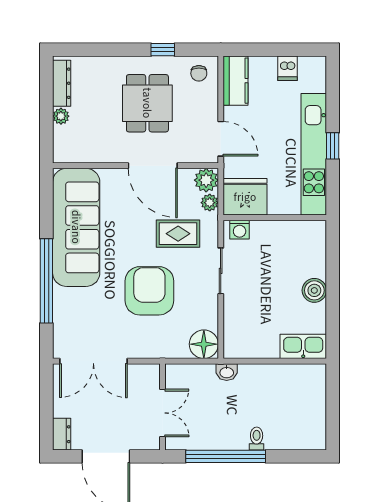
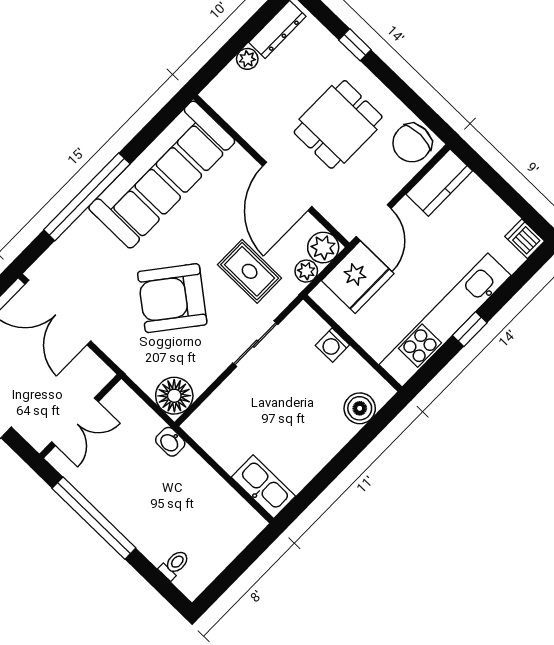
window: (163, 50) -> (355, 45), moved
dishwasher: (287, 68) -> (525, 239), moved, turned 90
chair: (199, 73) -> (412, 143), width x1.87, depth x1.87
fridge: (245, 197) -> (358, 277), moved, turned 90
washing machine: (240, 230) -> (332, 345), moved
boiler: (314, 290) -> (360, 408), moved
armchair: (149, 291) -> (172, 298), turned -142
toilet: (257, 439) -> (174, 565), moved

